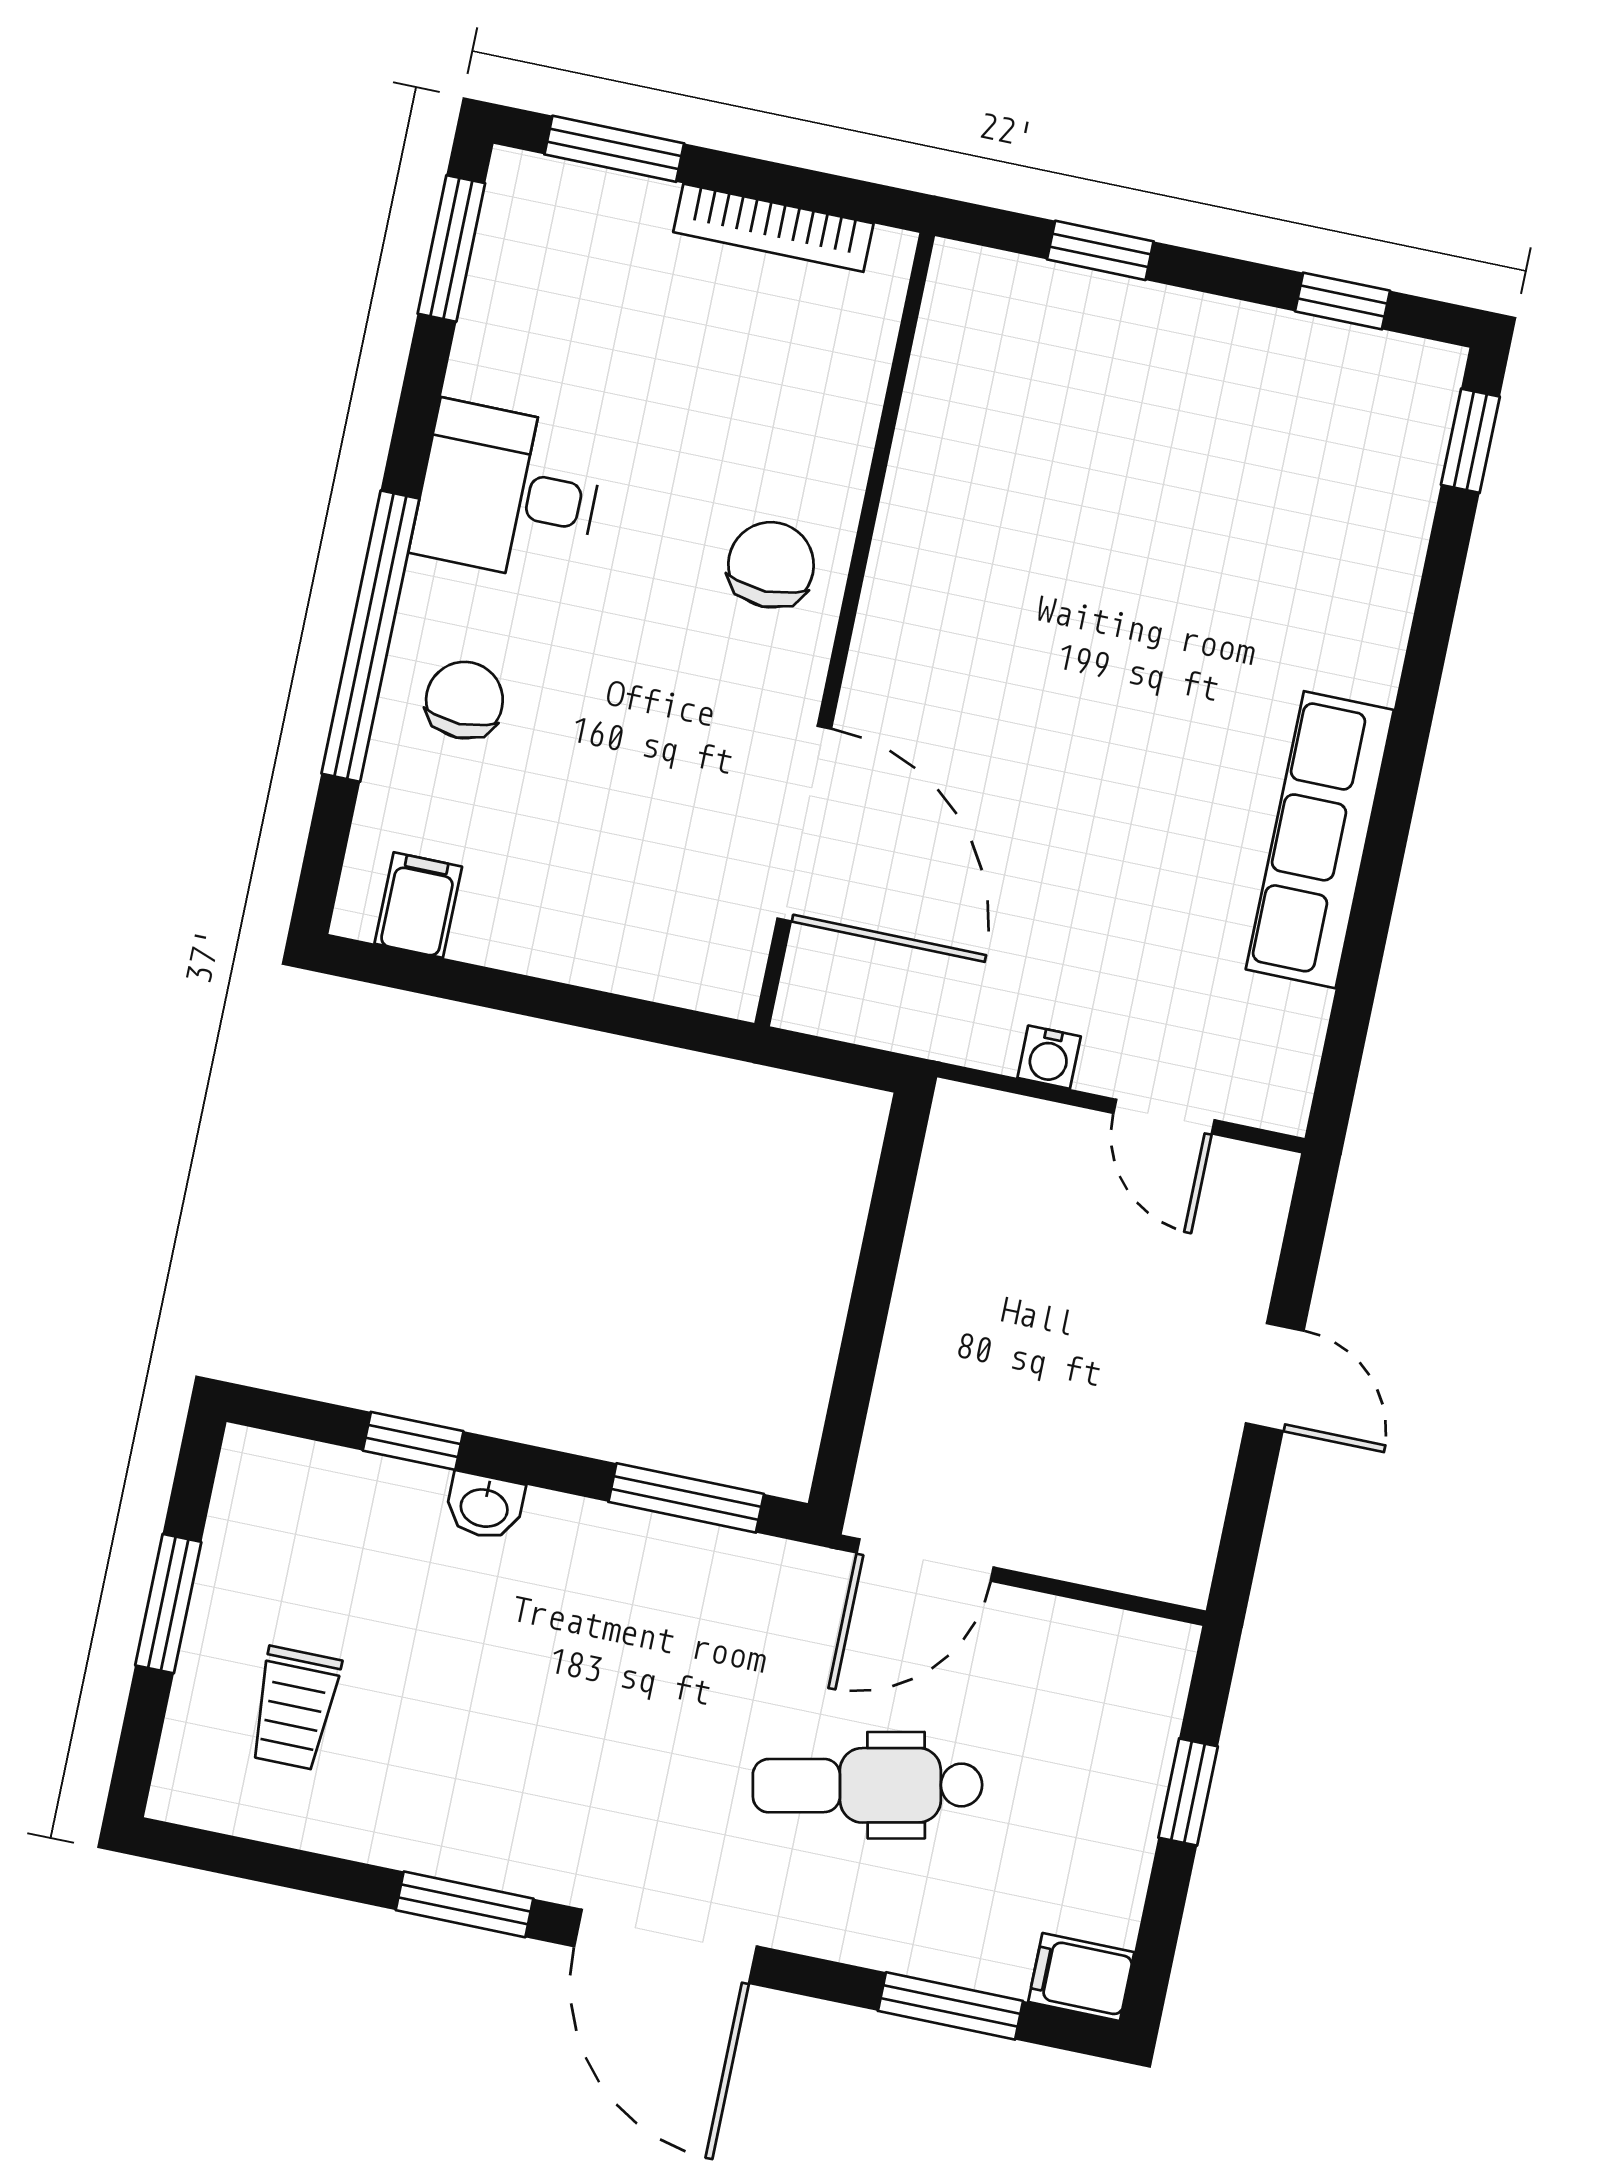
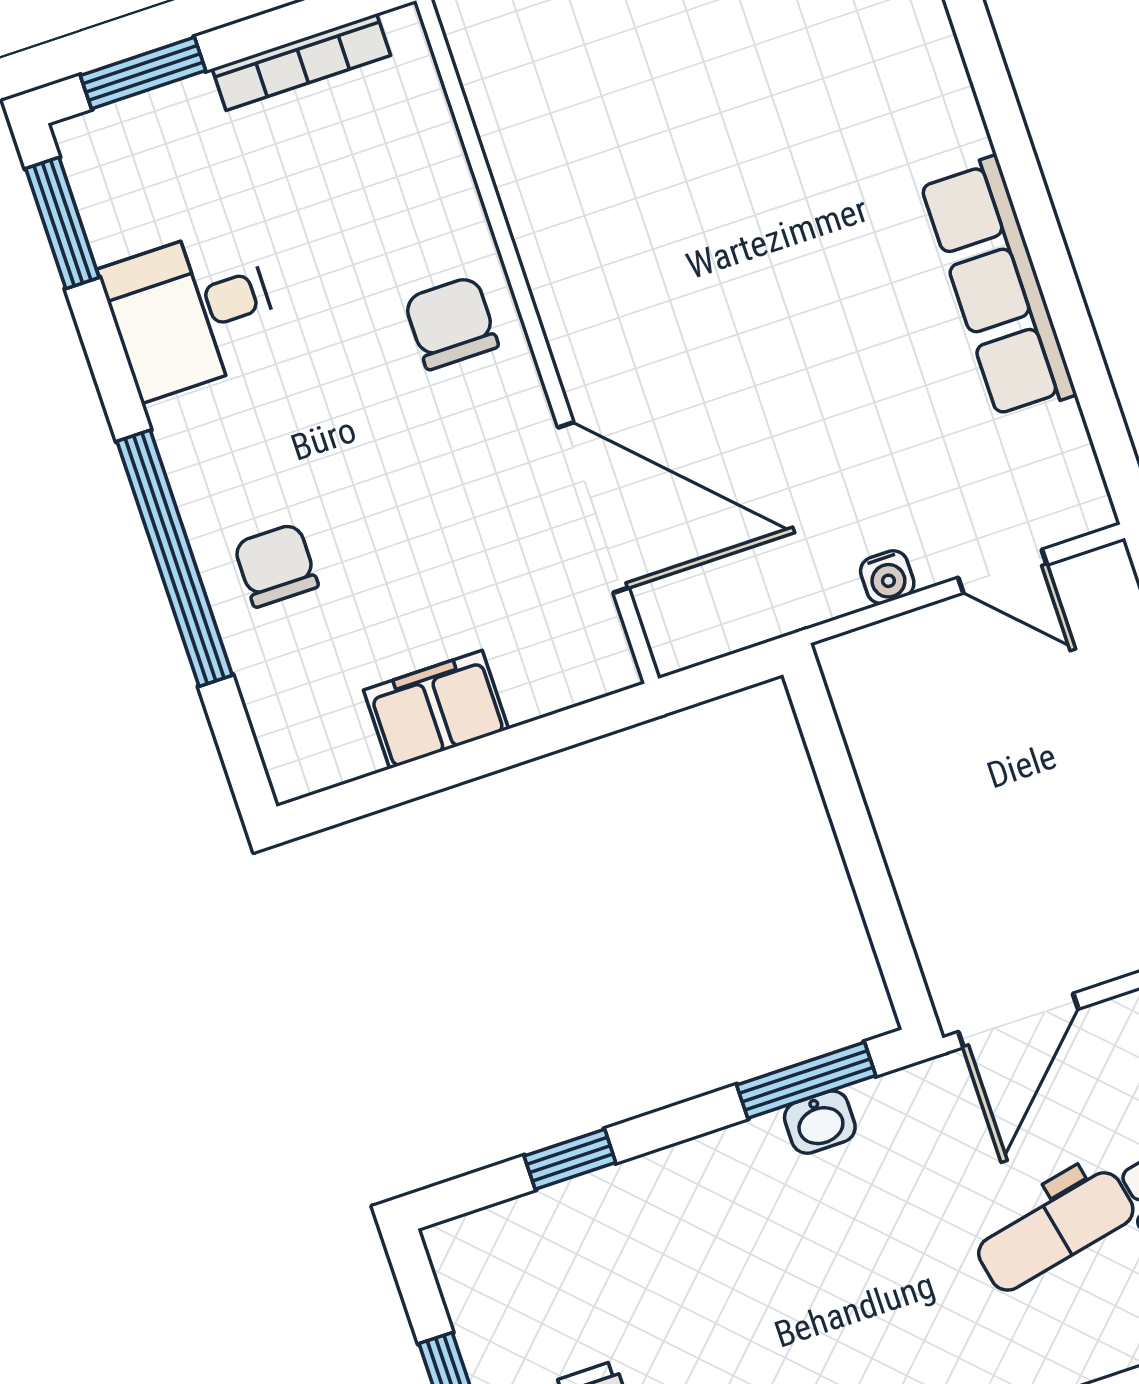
desk: (508, 492) -> (192, 312), moved
filing cabinet: (418, 905) -> (436, 709), moved, width x2.00
washbasin: (484, 1506) -> (820, 1122), moved

